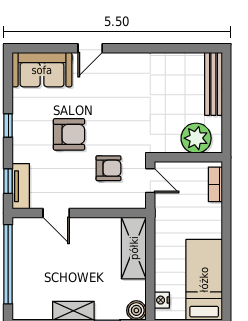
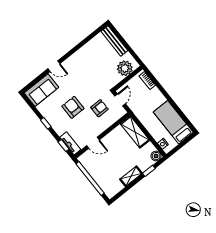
door: (90, 48) -> (54, 66), hinge flipped
armchair: (69, 134) -> (73, 107), turned -90
door: (150, 181) -> (120, 100), hinge flipped

